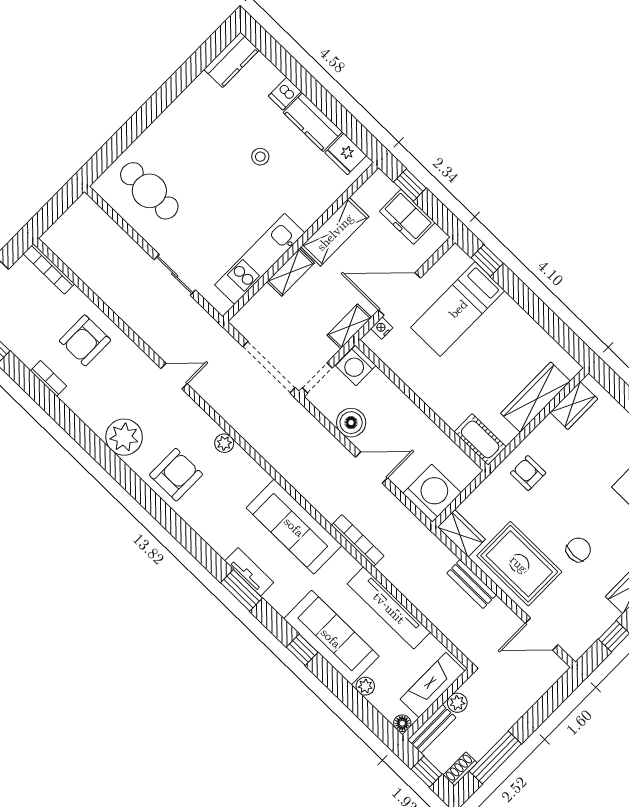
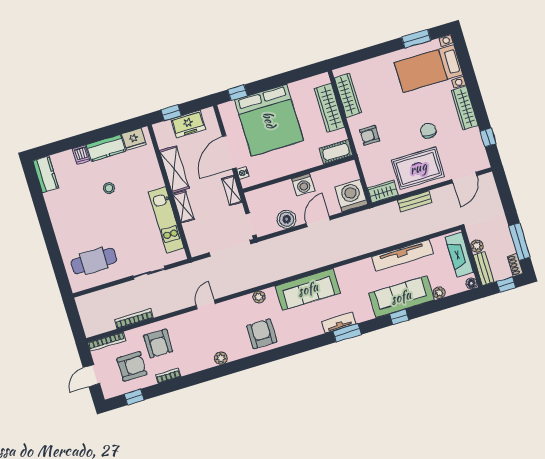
bed: (458, 309) -> (269, 120), width x2.04
armchair: (34, 322) -> (132, 366), added
washing machine: (356, 366) -> (303, 185), moved
wardrobe: (574, 406) -> (348, 95), width x1.50
plant: (124, 437) -> (221, 358), width x0.53, depth x0.53
sofa: (294, 527) -> (308, 289), moved
bookcase: (358, 541) -> (134, 319), moved

